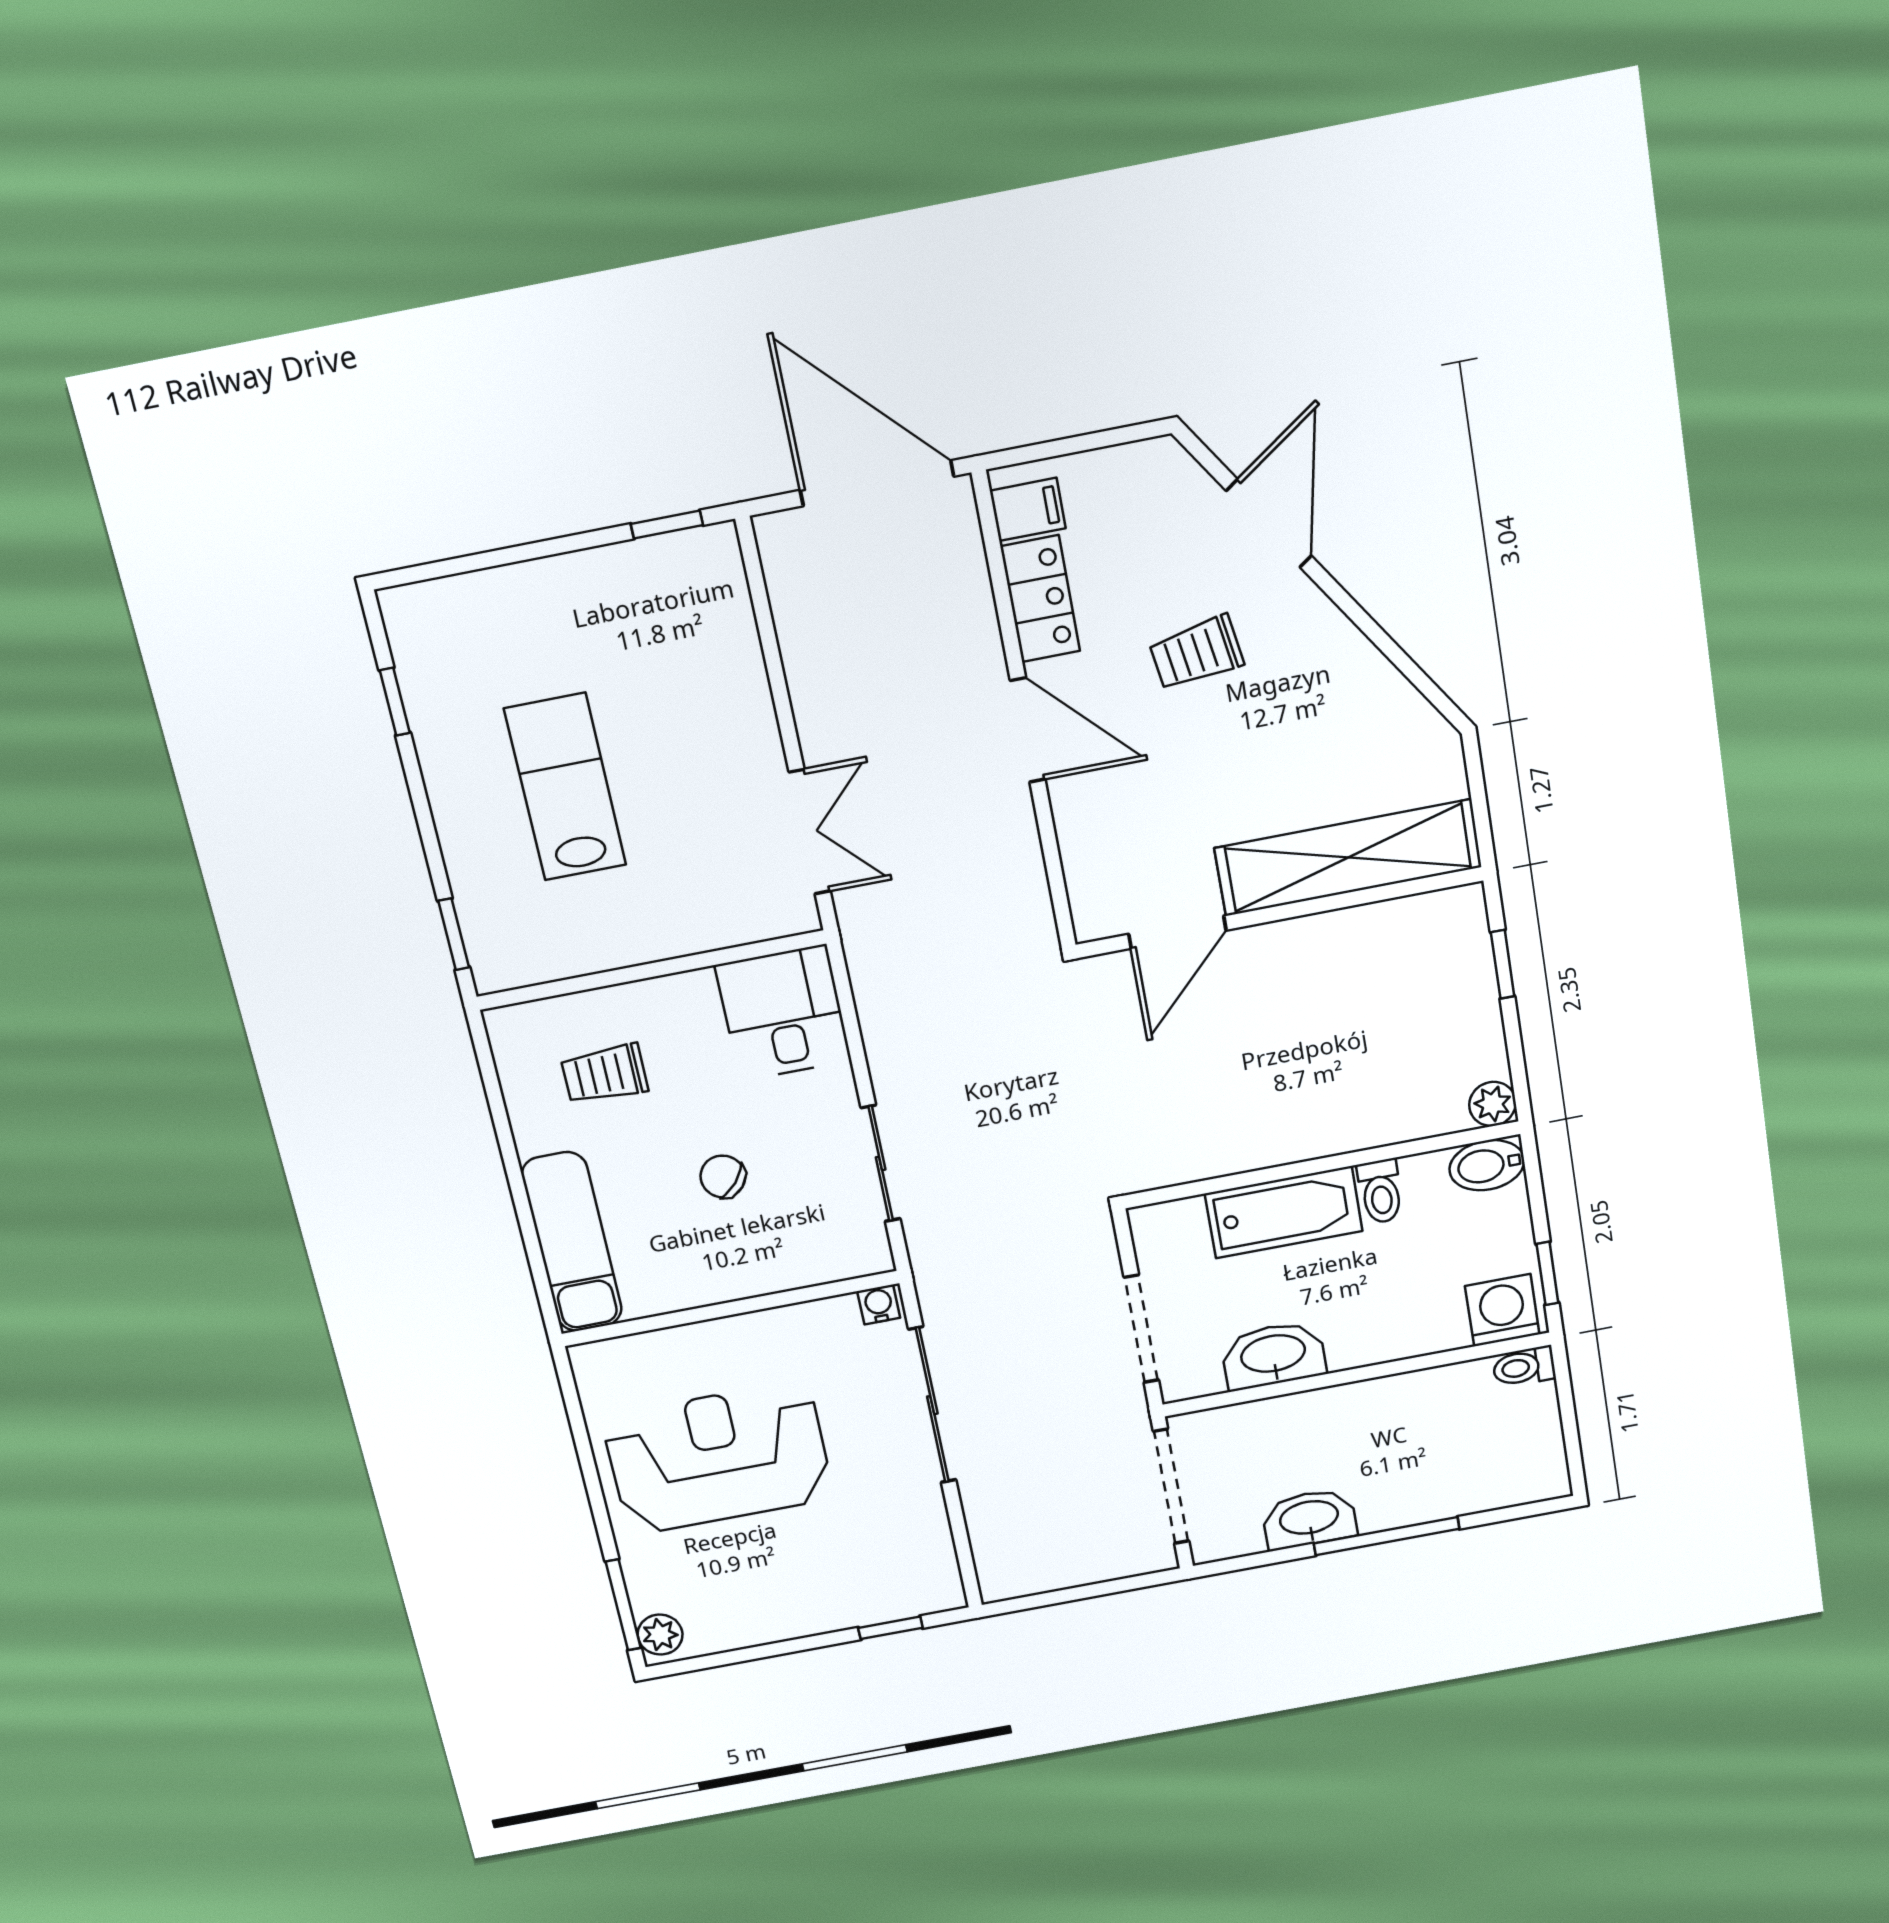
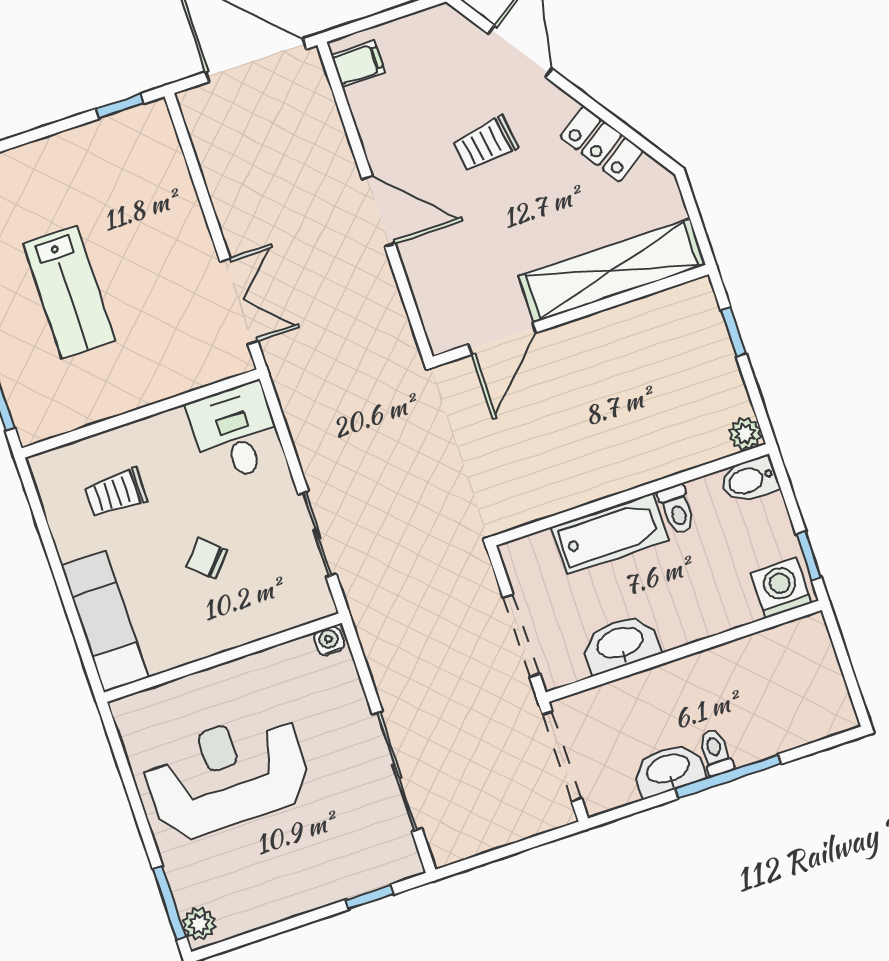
locker: (1040, 599) -> (602, 144), moved, turned 146
lab bench: (565, 787) -> (69, 292), turned 180
toilet: (1524, 1367) -> (716, 752), moved, turned 90
sliding door: (932, 1405) -> (397, 771), moved

